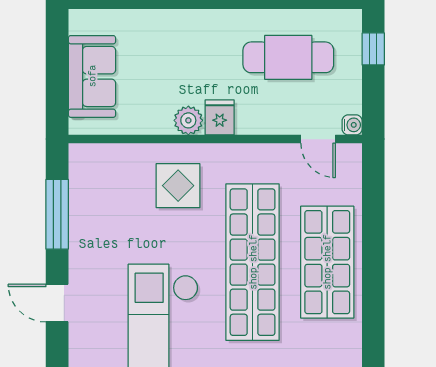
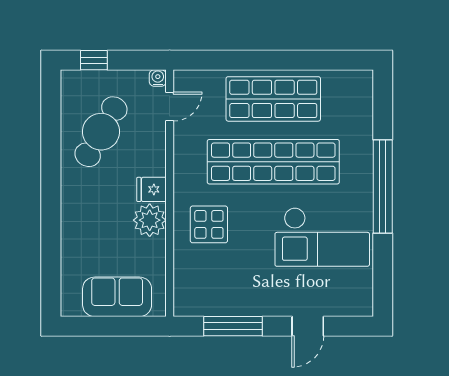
cafe table: (288, 57) -> (101, 132), turned 30
plant: (188, 120) -> (150, 220), width x1.36, depth x1.36

